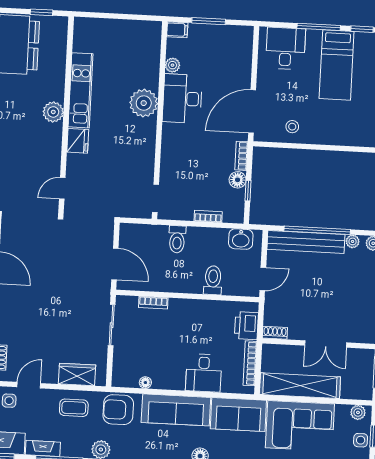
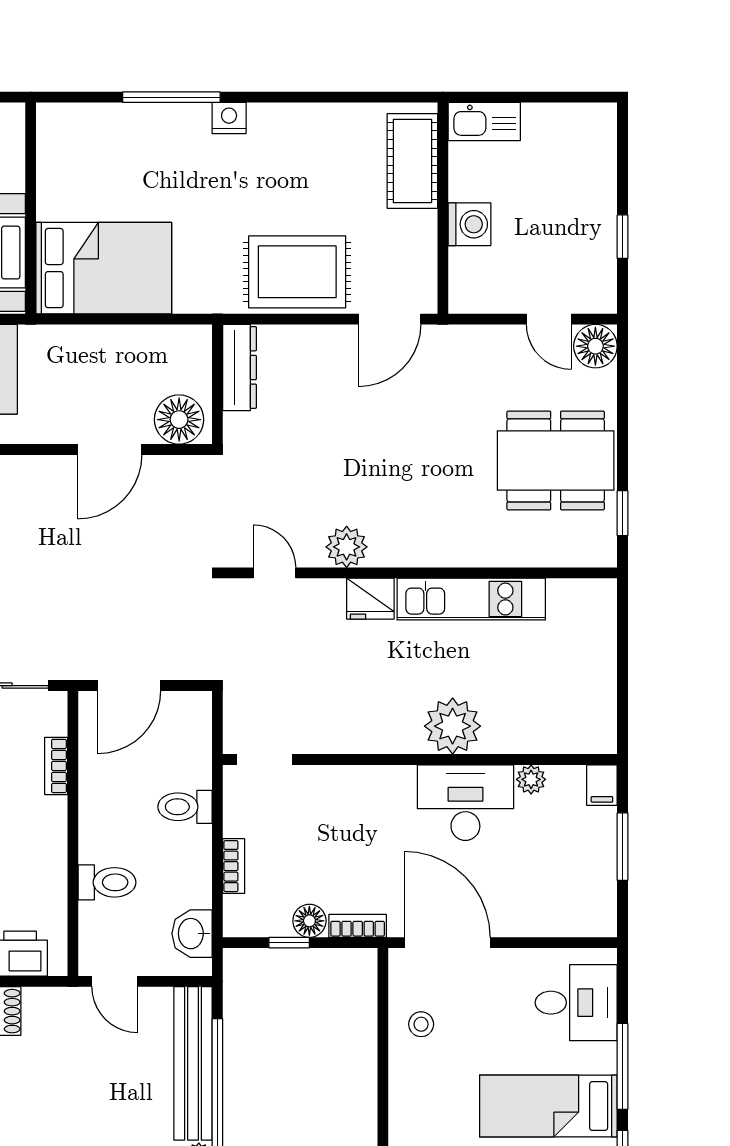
plant: (53, 112) -> (347, 547), moved

